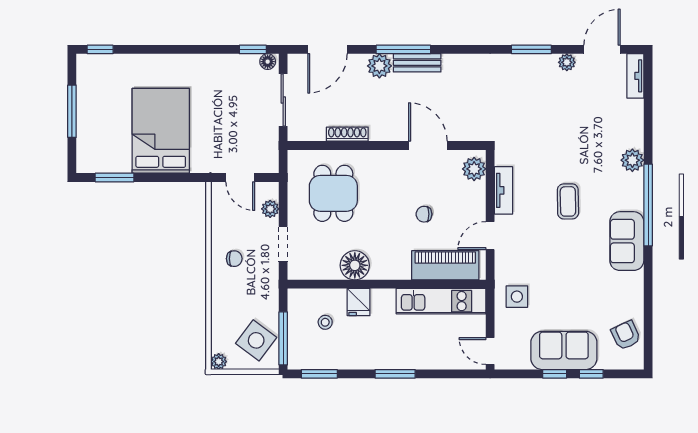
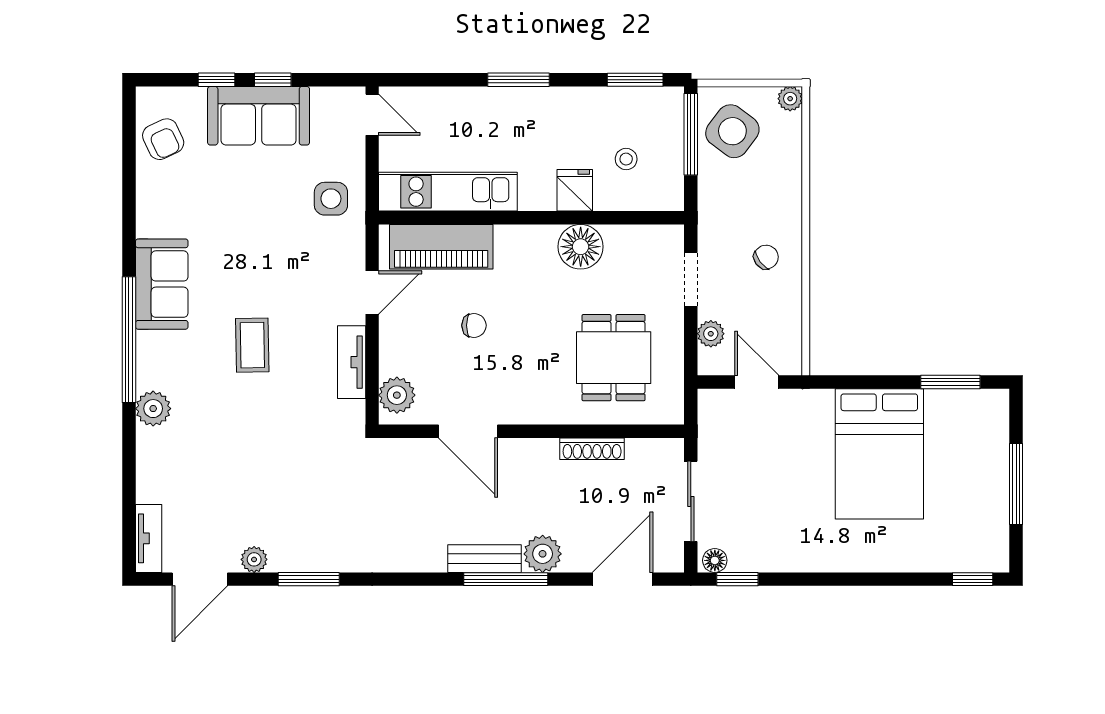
chair: (234, 259) -> (766, 257), turned 143

